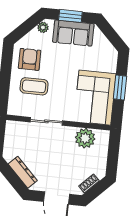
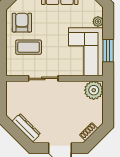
plant: (111, 67) -> (98, 21), added
window: (120, 88) -> (108, 51), moved
plant: (85, 138) -> (94, 90), moved

